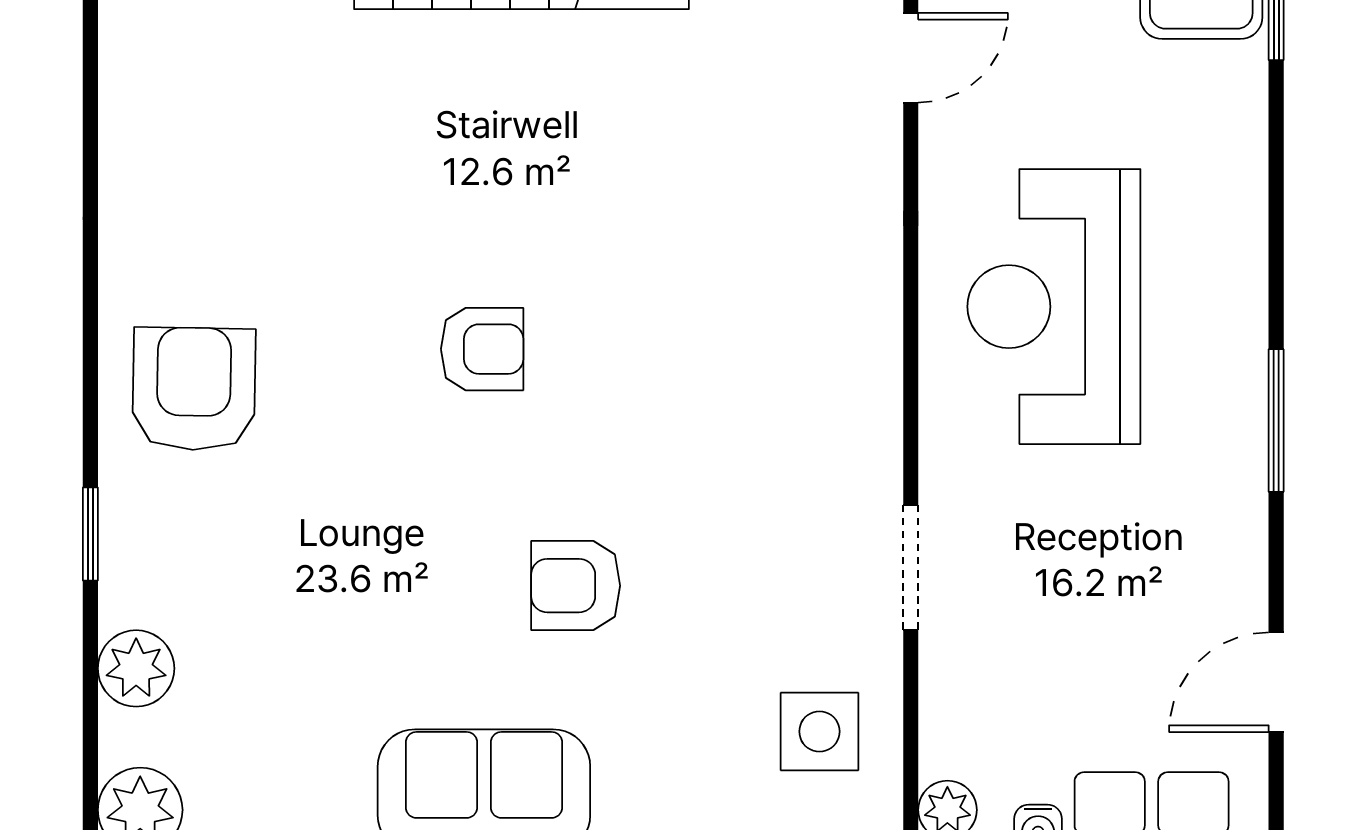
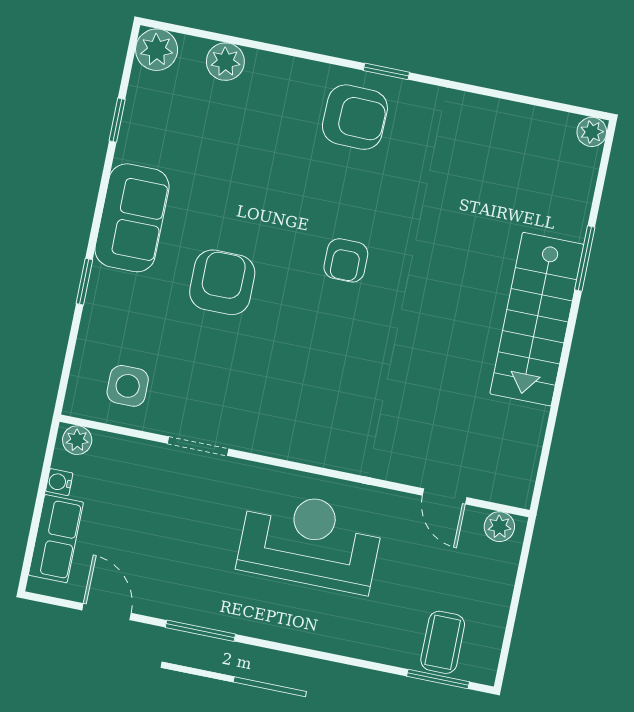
window: (1276, 421) -> (200, 631), moved
window: (90, 534) -> (386, 71), moved
armchair: (576, 586) -> (222, 282), width x1.38, depth x1.38

